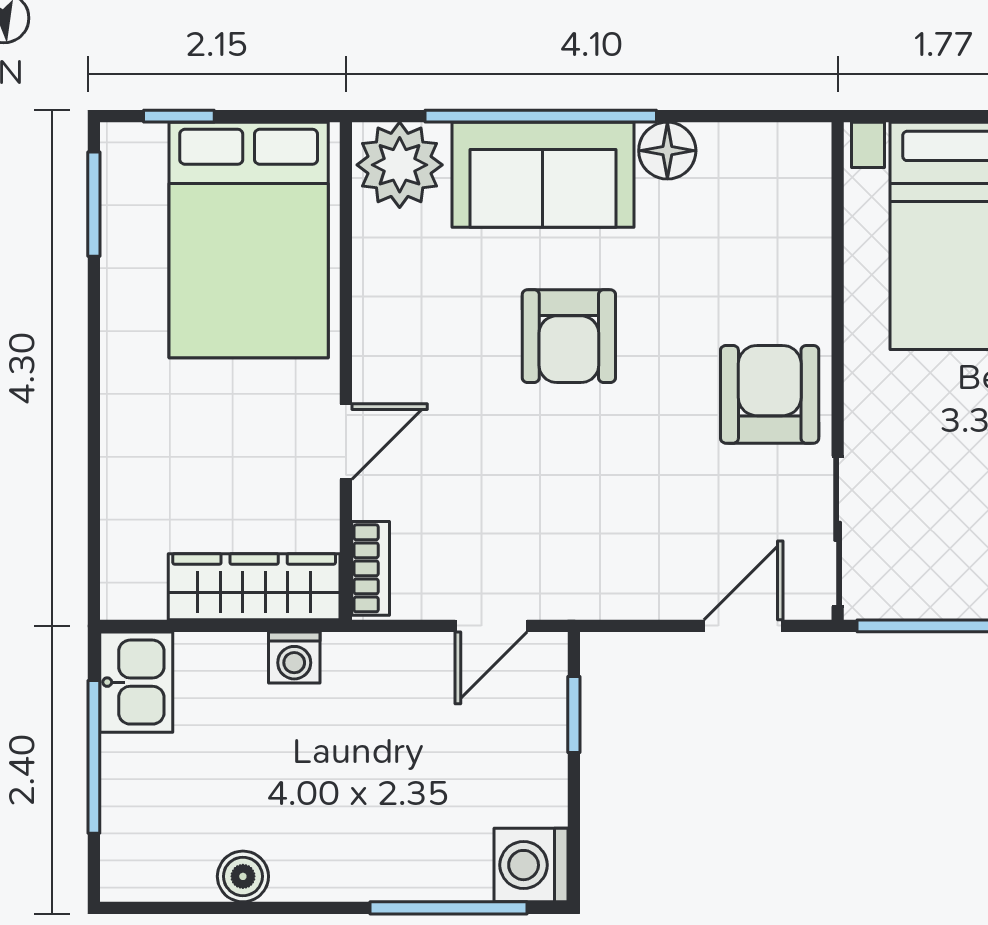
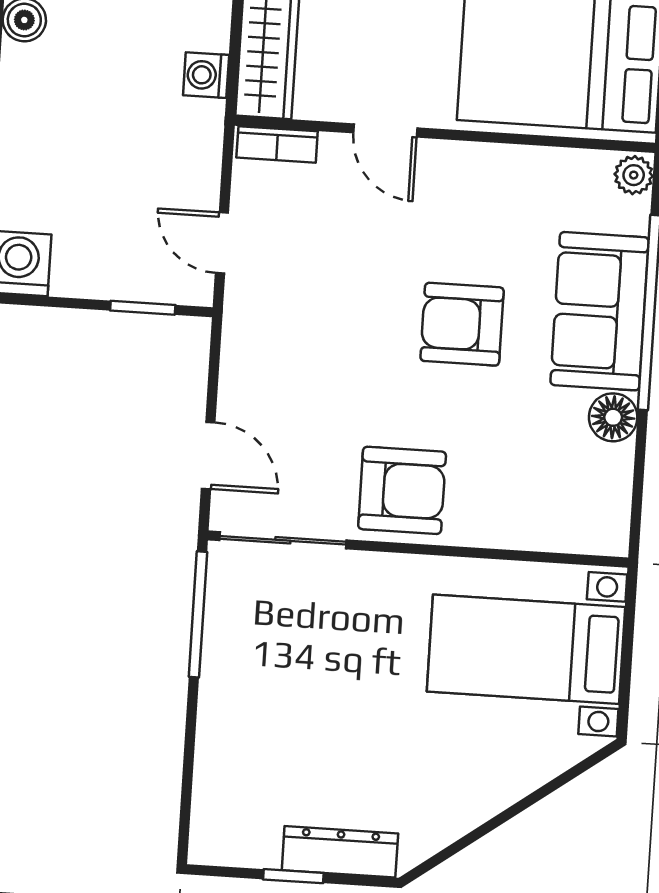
plant: (400, 165) -> (634, 175), width x0.53, depth x0.53

